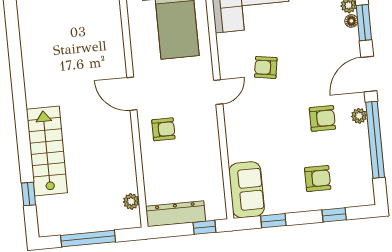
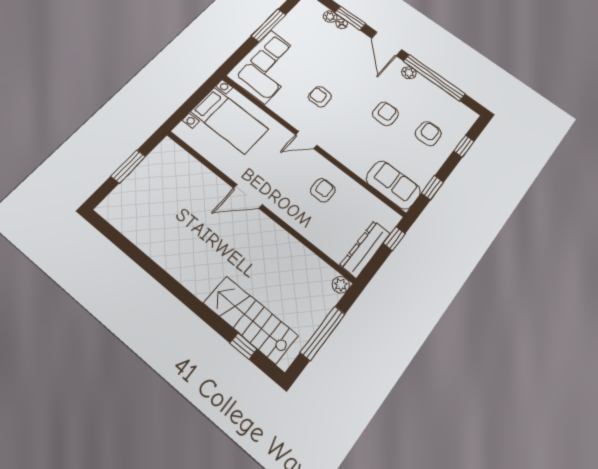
armchair: (266, 67) -> (320, 97), turned 81
door: (218, 92) -> (306, 140), swing flipped
armchair: (322, 118) -> (385, 114), moved
armchair: (163, 129) -> (323, 190), moved
stairs: (47, 151) -> (251, 319), moved
plant: (131, 201) -> (341, 285), moved

